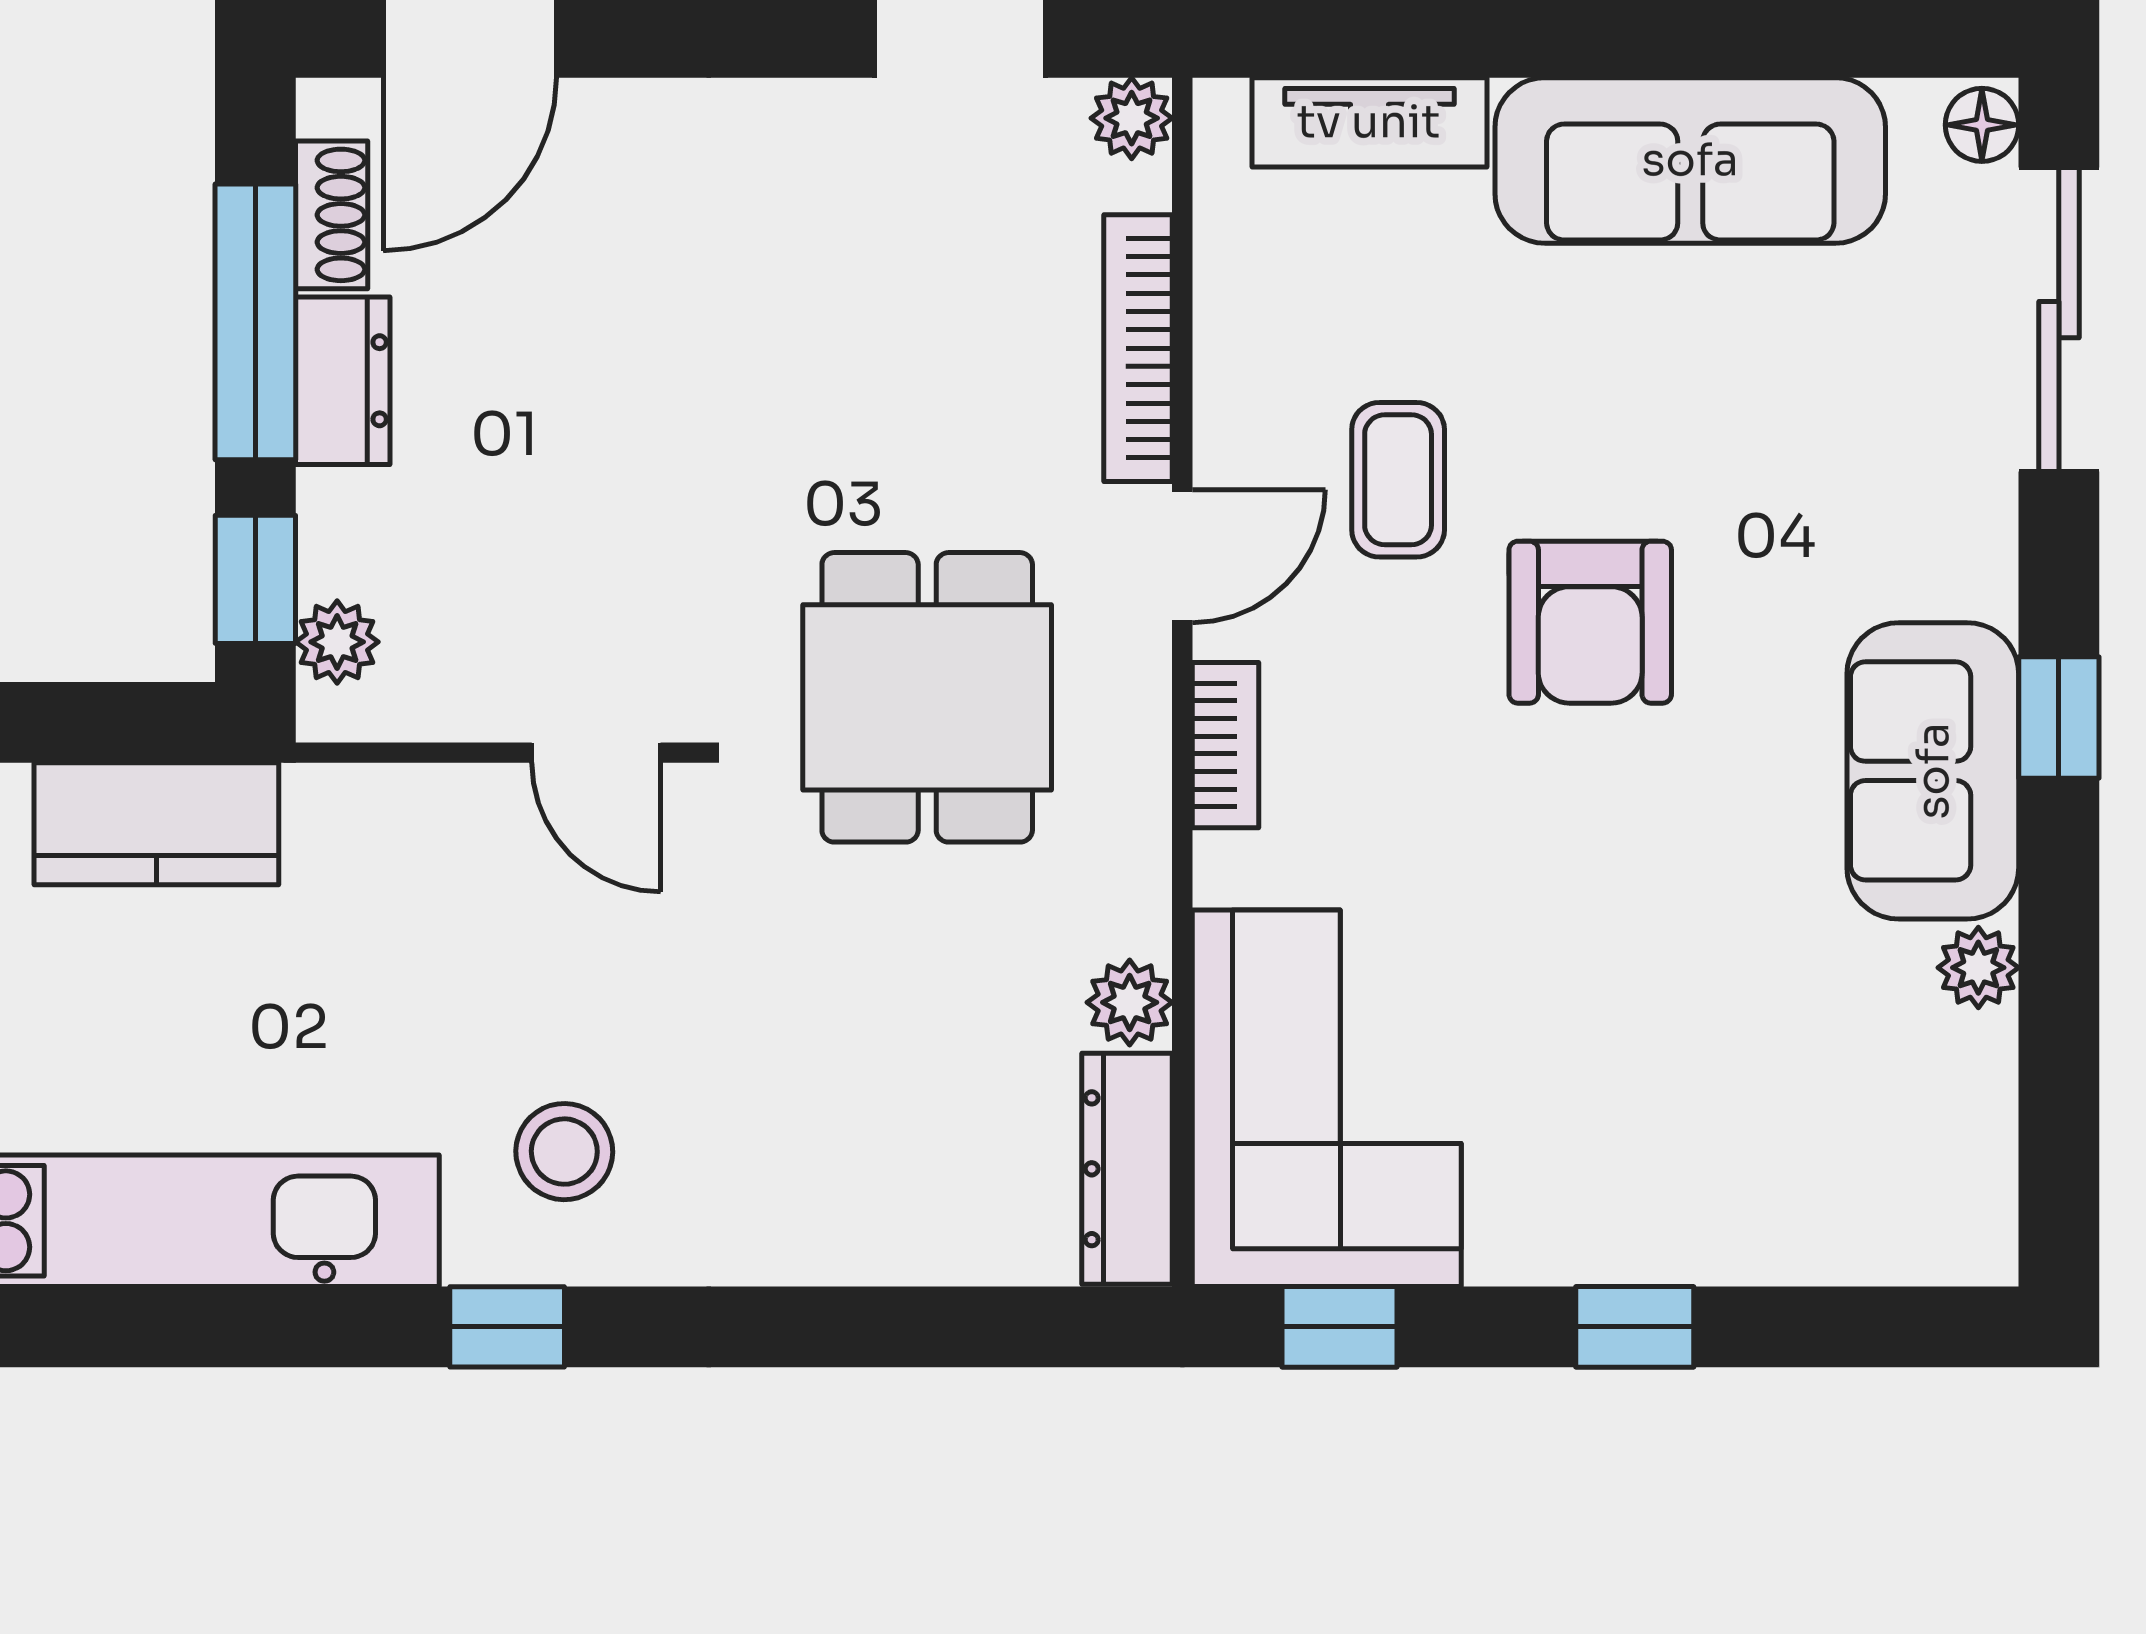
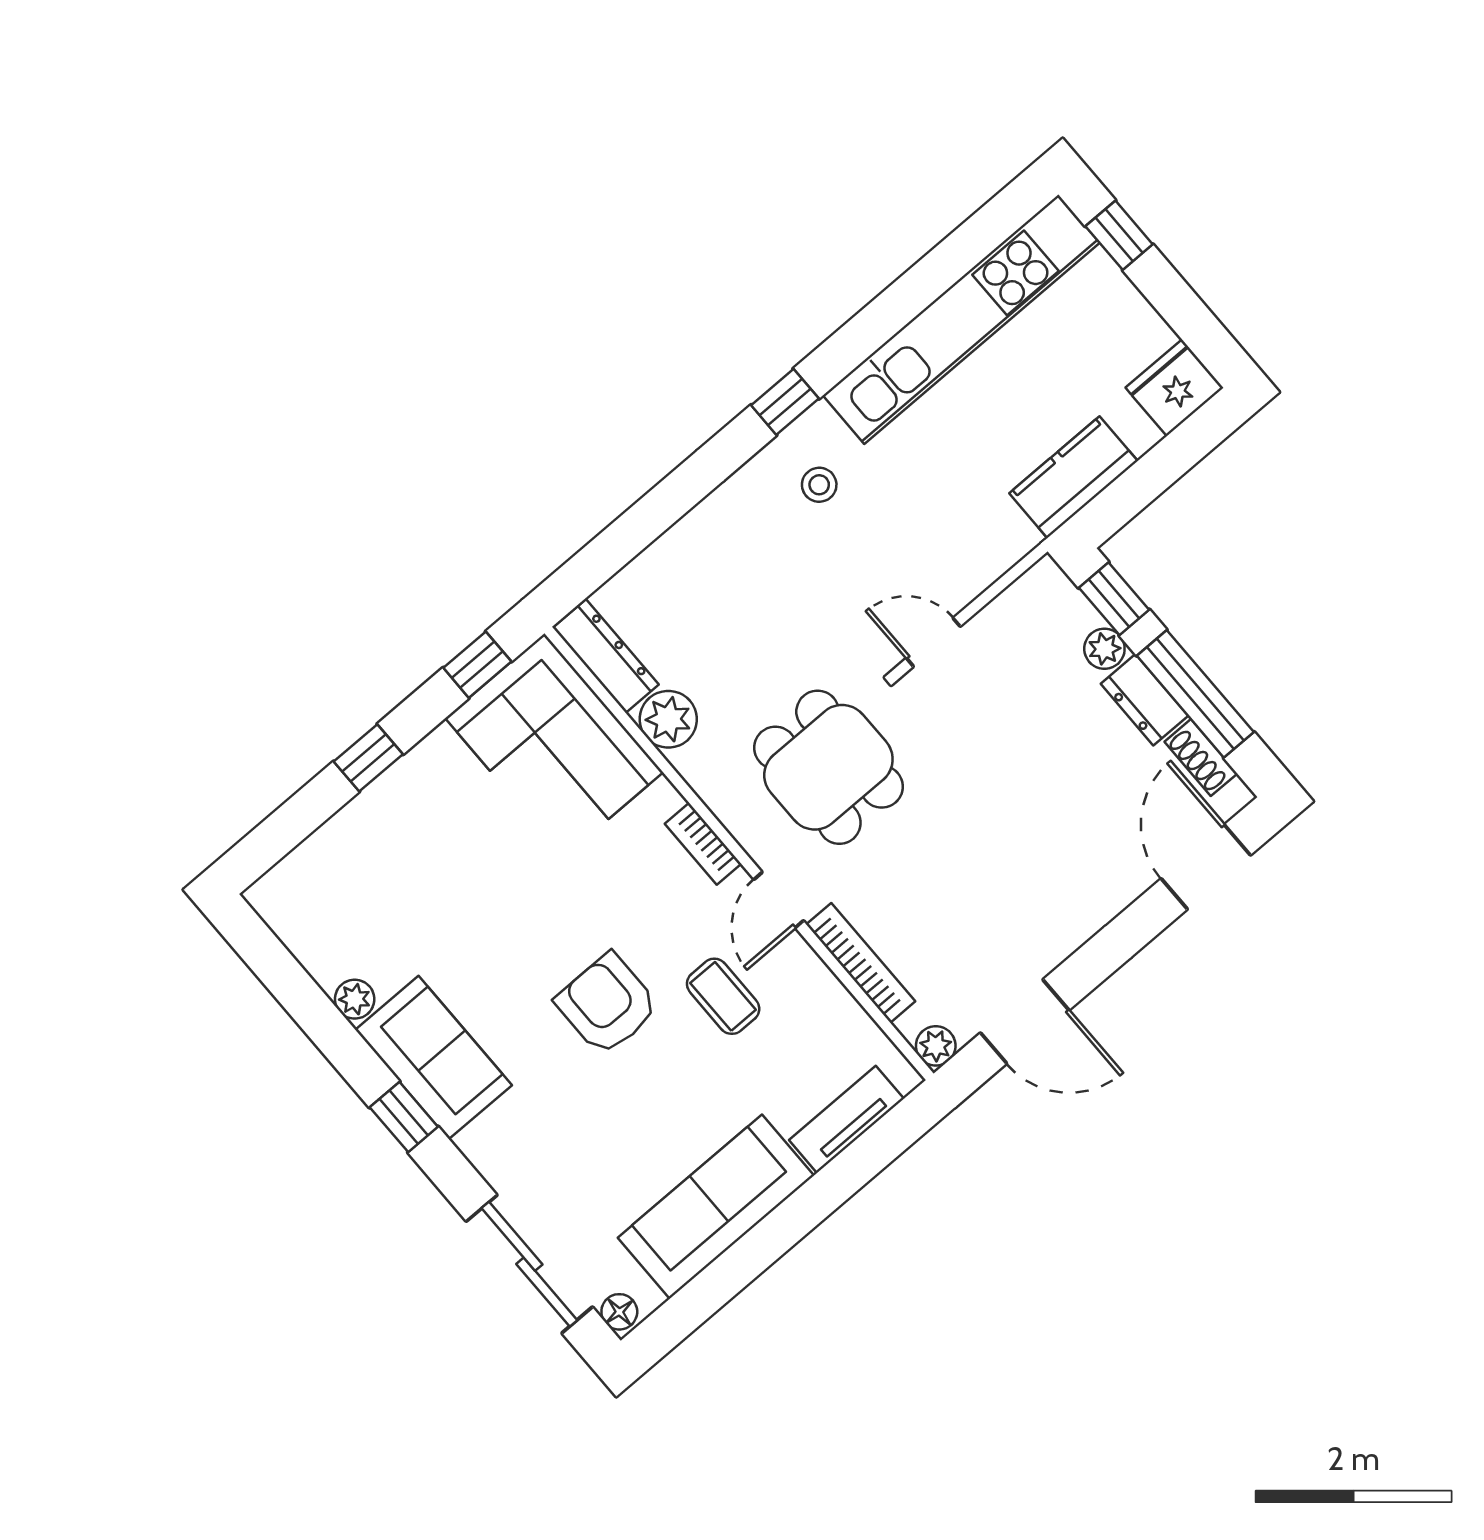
plant: (337, 642) -> (1104, 649), moved
plant: (1130, 1002) -> (668, 719), width x1.38, depth x1.38
stool: (564, 1152) -> (819, 485), width x0.73, depth x0.73

